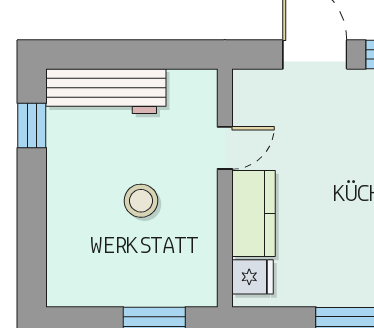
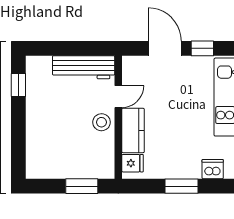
workbench: (106, 91) -> (84, 67), moved
stool: (141, 201) -> (102, 122), moved

